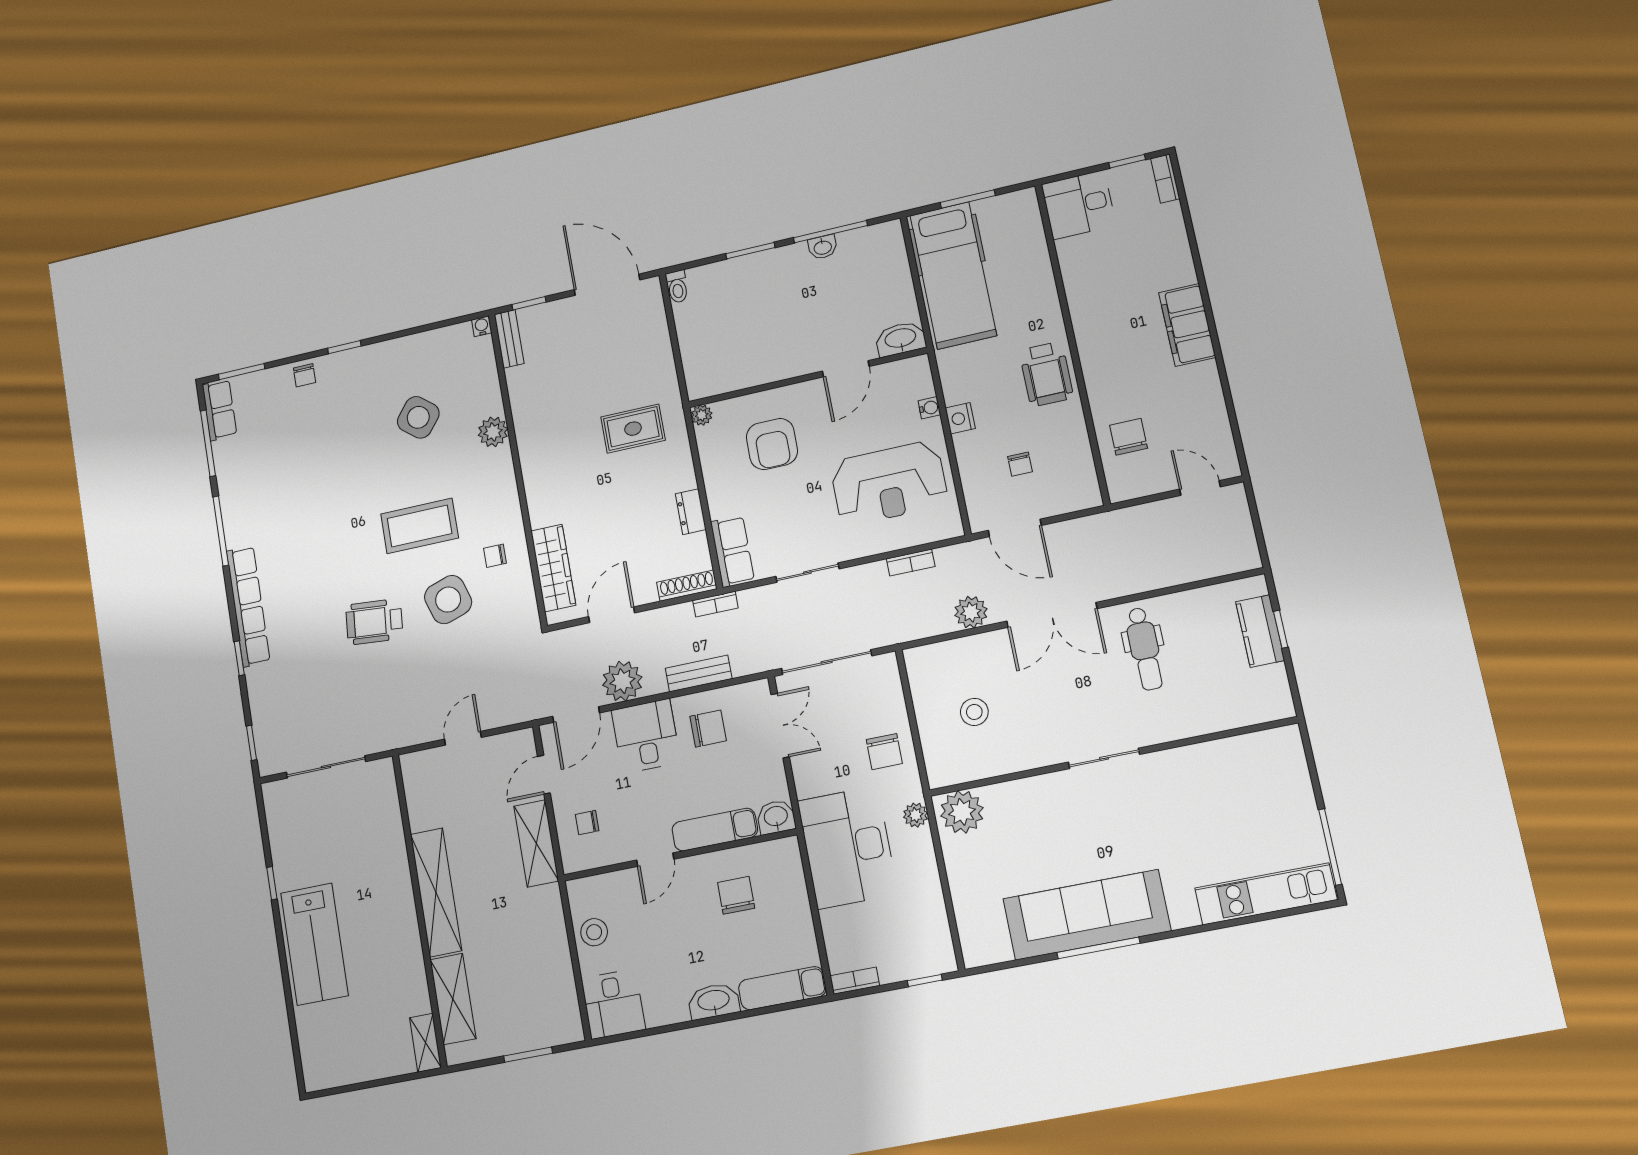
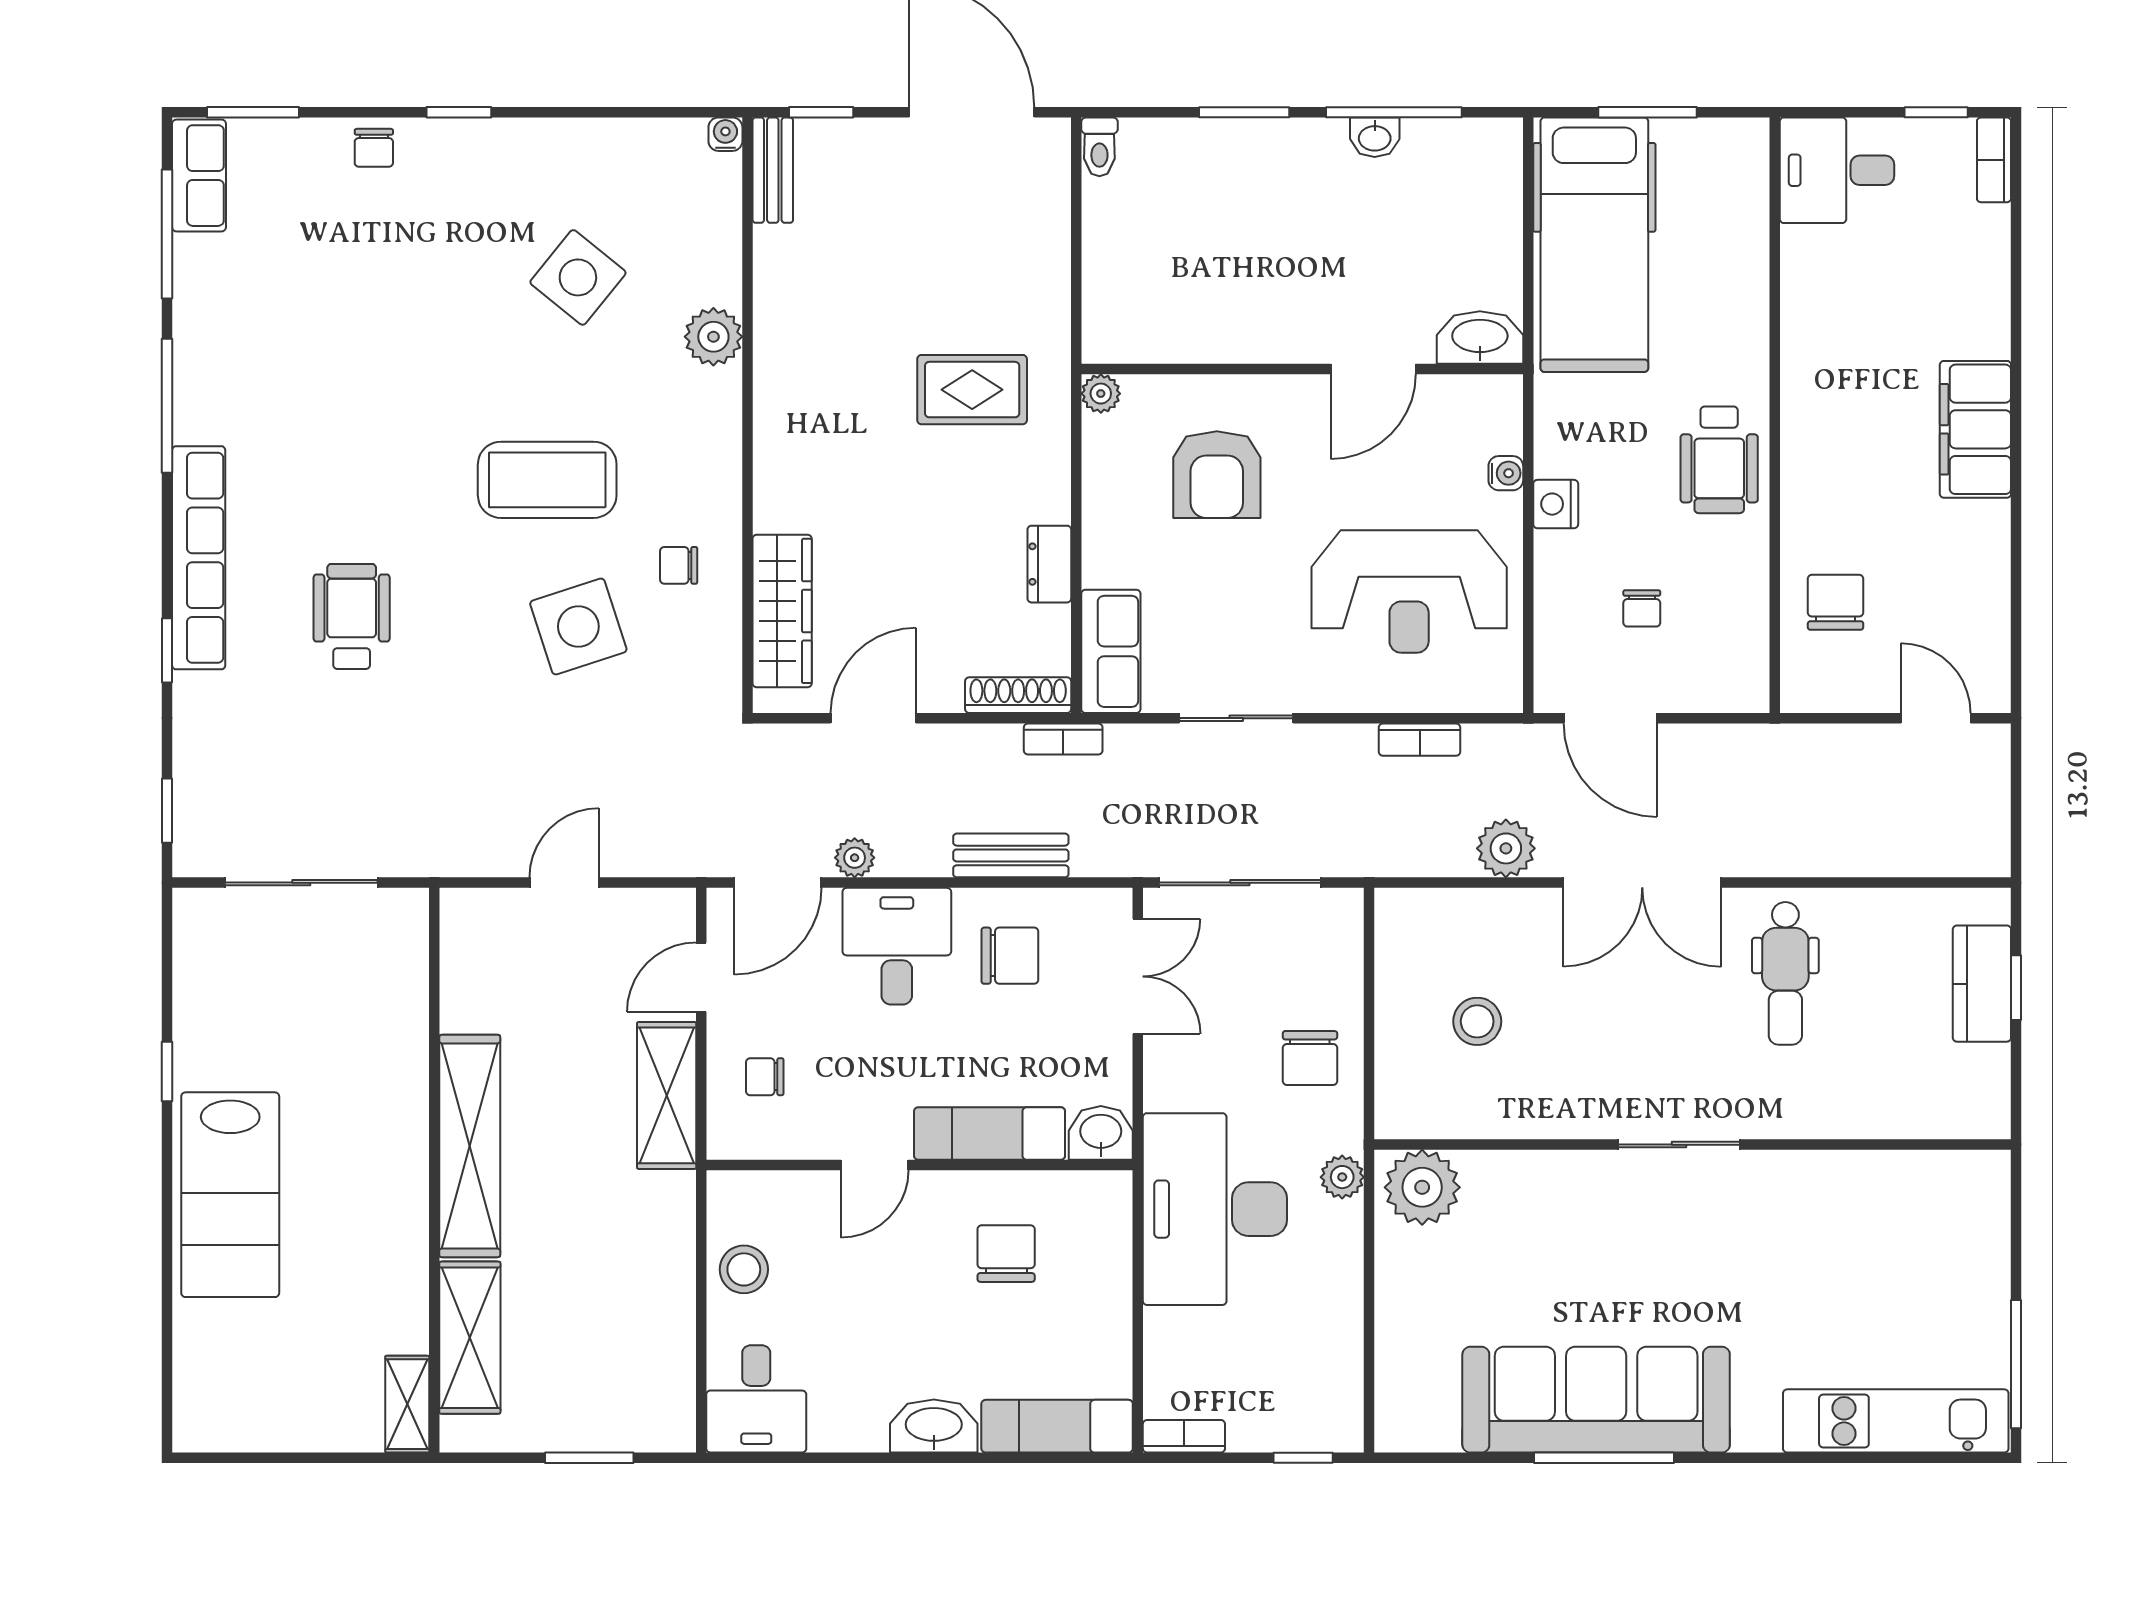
wheelchair: (374, 622) -> (352, 616), moved, turned 85
plant: (622, 681) -> (855, 858), width x0.53, depth x0.53

